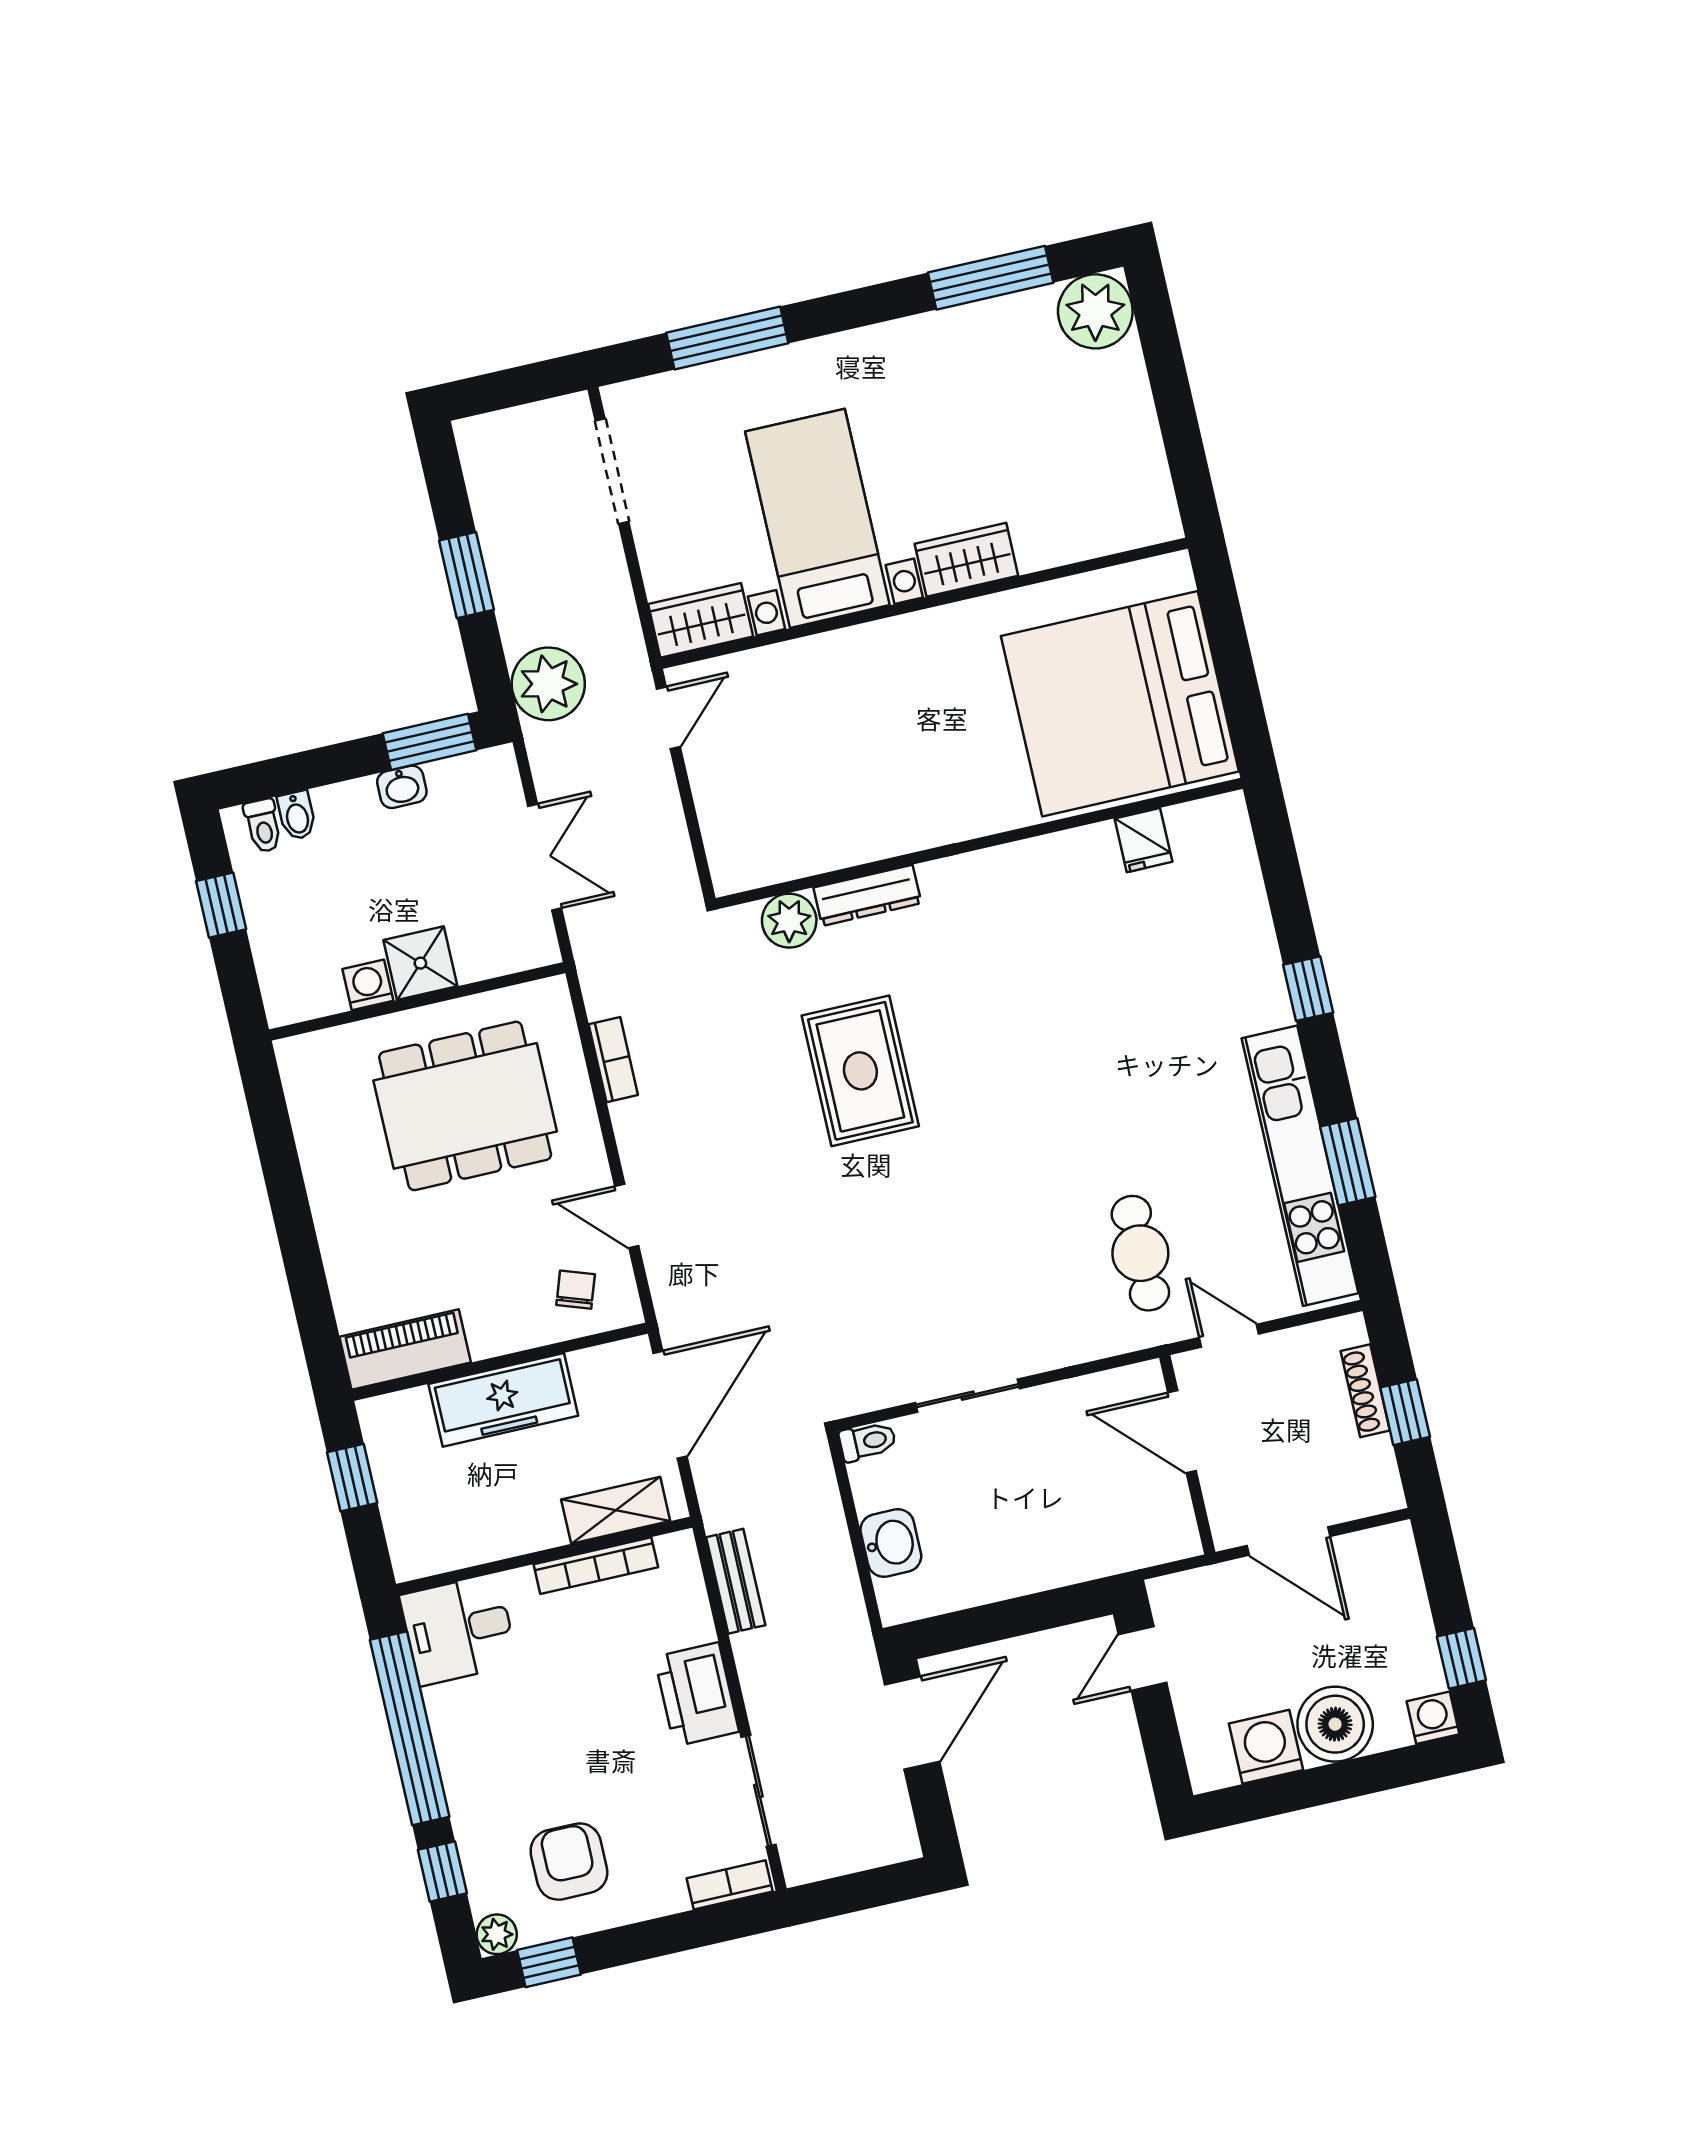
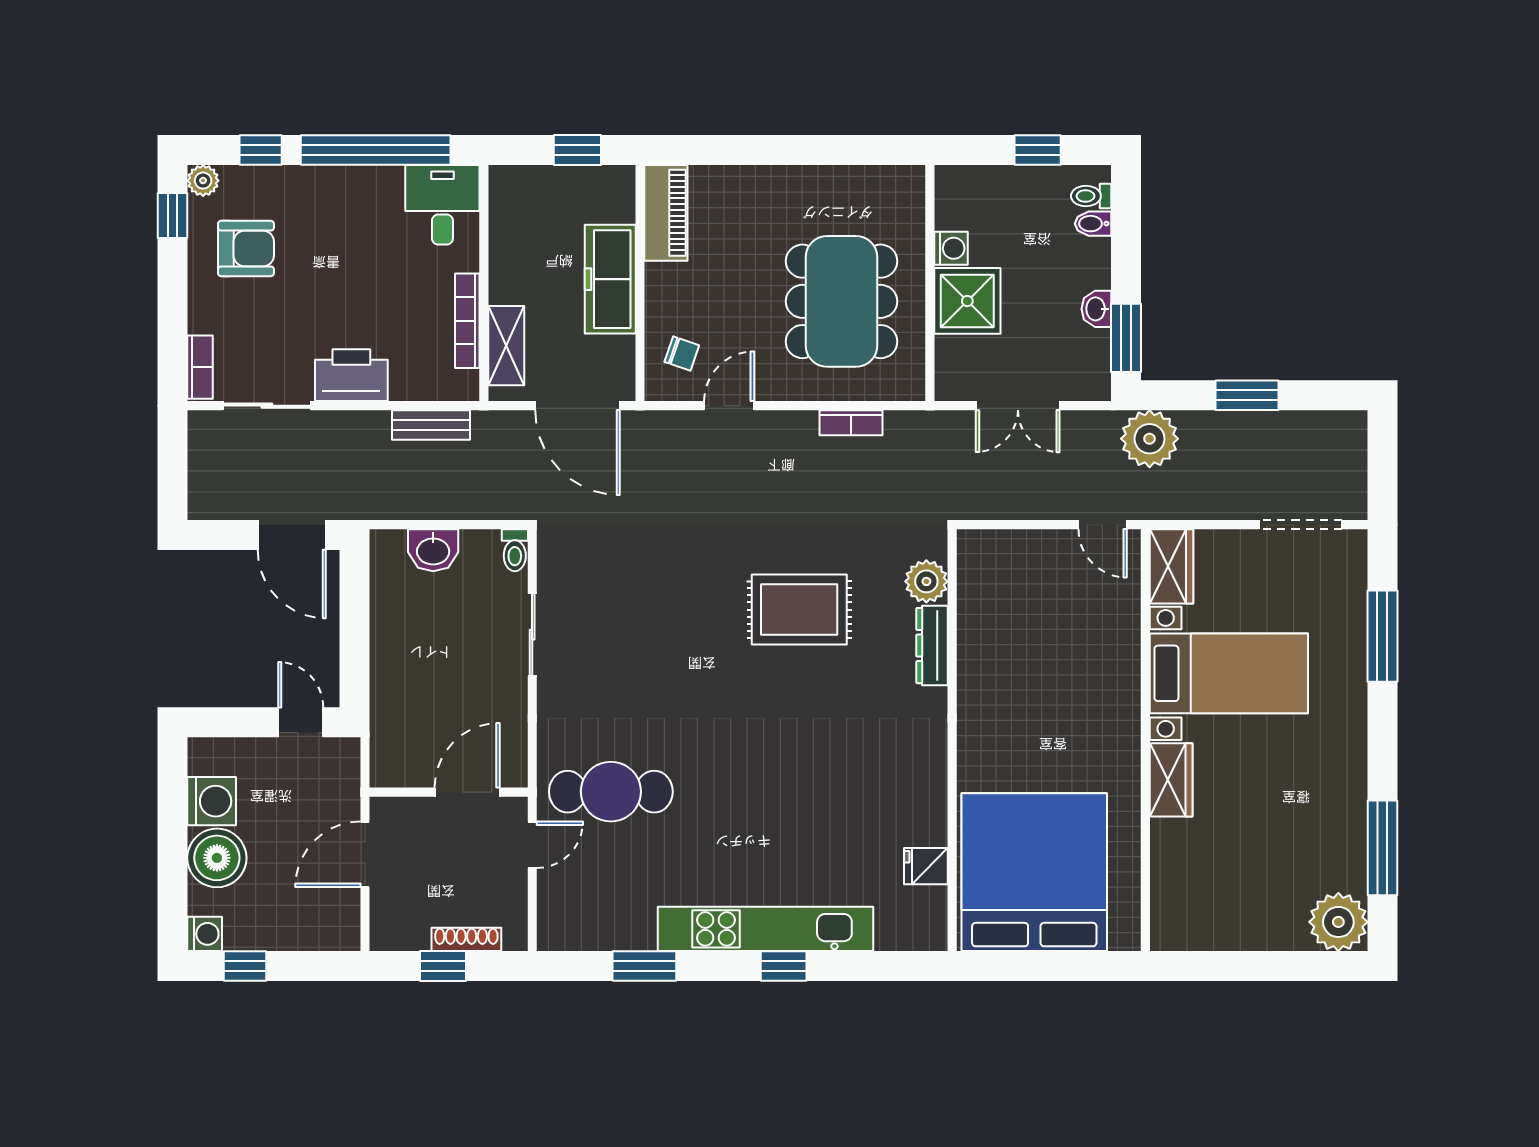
shower: (420, 963) -> (967, 301), width x1.36, depth x1.36
kitchen unit: (1300, 1166) -> (766, 929), moved
cafe table: (1140, 1253) -> (611, 792), width x1.37, depth x1.35

